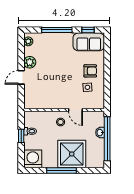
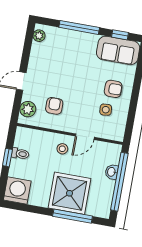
plant: (30, 62) -> (28, 109), moved
armchair: (49, 91) -> (54, 106), added
door: (76, 110) -> (85, 137), hinge flipped
window: (61, 171) -> (73, 216), moved

